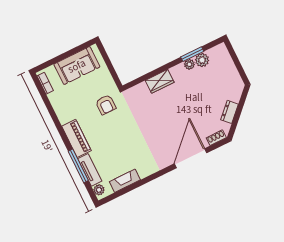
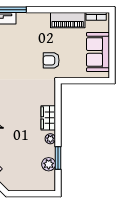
plant: (189, 64) -> (50, 139), moved
piano: (76, 138) -> (68, 20), moved

